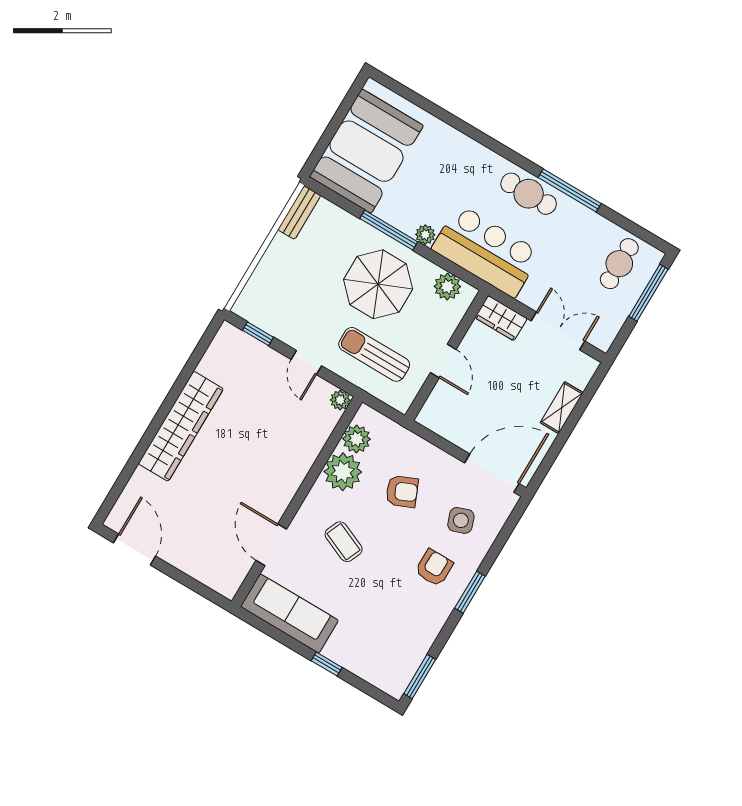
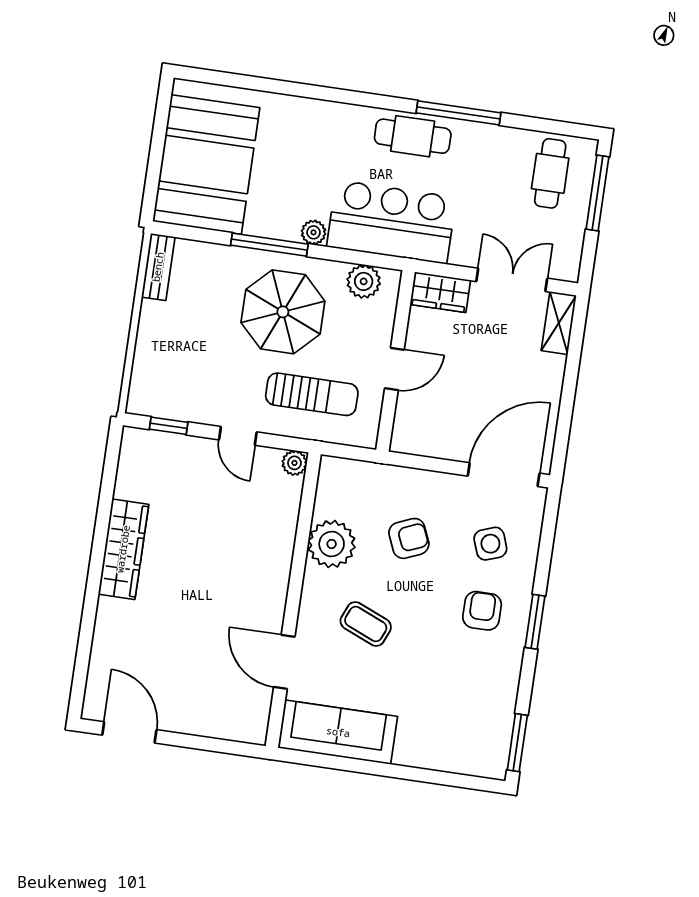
sun lounger: (374, 354) -> (312, 394), turned 180
door: (443, 361) -> (394, 369), hinge flipped
shelving: (562, 408) -> (559, 323), moved
wardrobe: (181, 426) -> (123, 549), width x0.71, depth x0.85
plant: (357, 439) -> (332, 500), removed
window: (327, 664) -> (405, 773), removed

